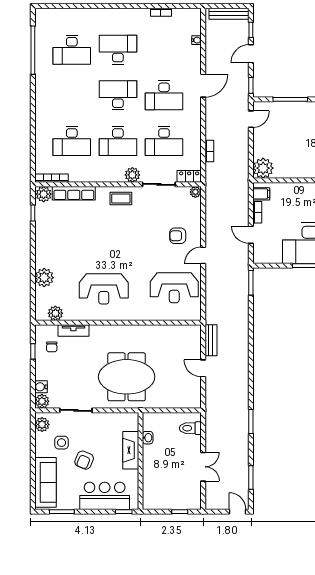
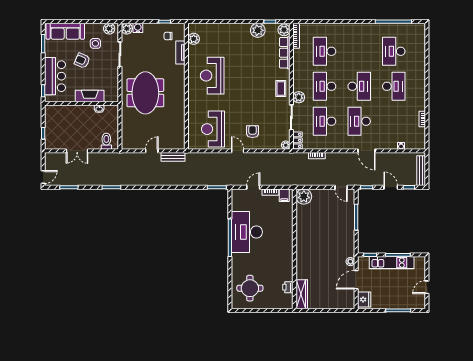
plant: (44, 278) -> (258, 30), moved

